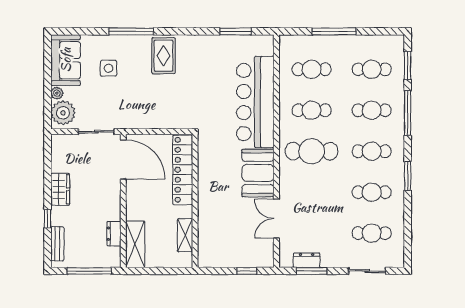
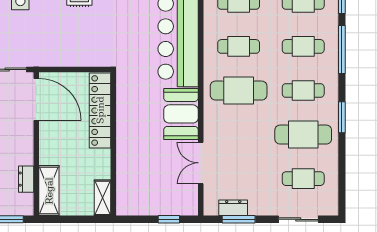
cafe table: (372, 192) -> (303, 135), width x1.37, depth x1.35
shelving: (185, 235) -> (103, 198), moved

